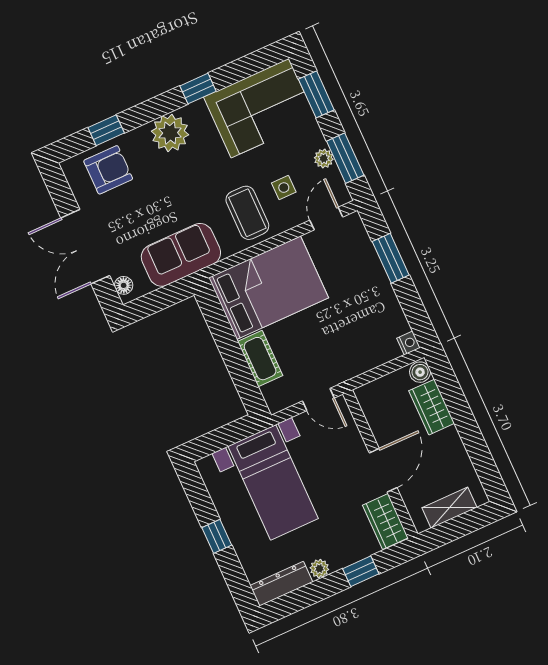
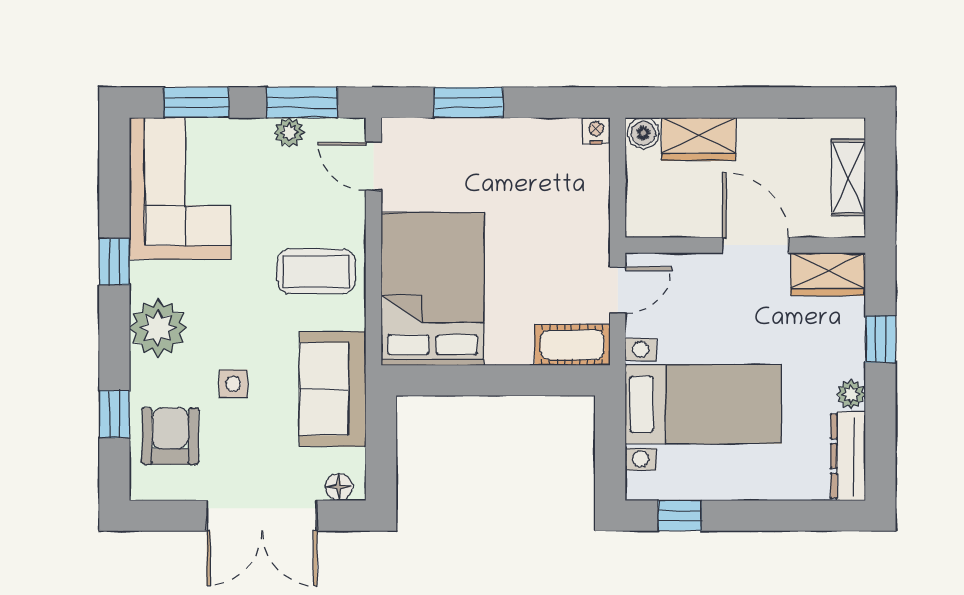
side table: (284, 188) -> (233, 384), moved
cot: (260, 359) -> (572, 345), moved
window: (217, 536) -> (680, 516), moved

